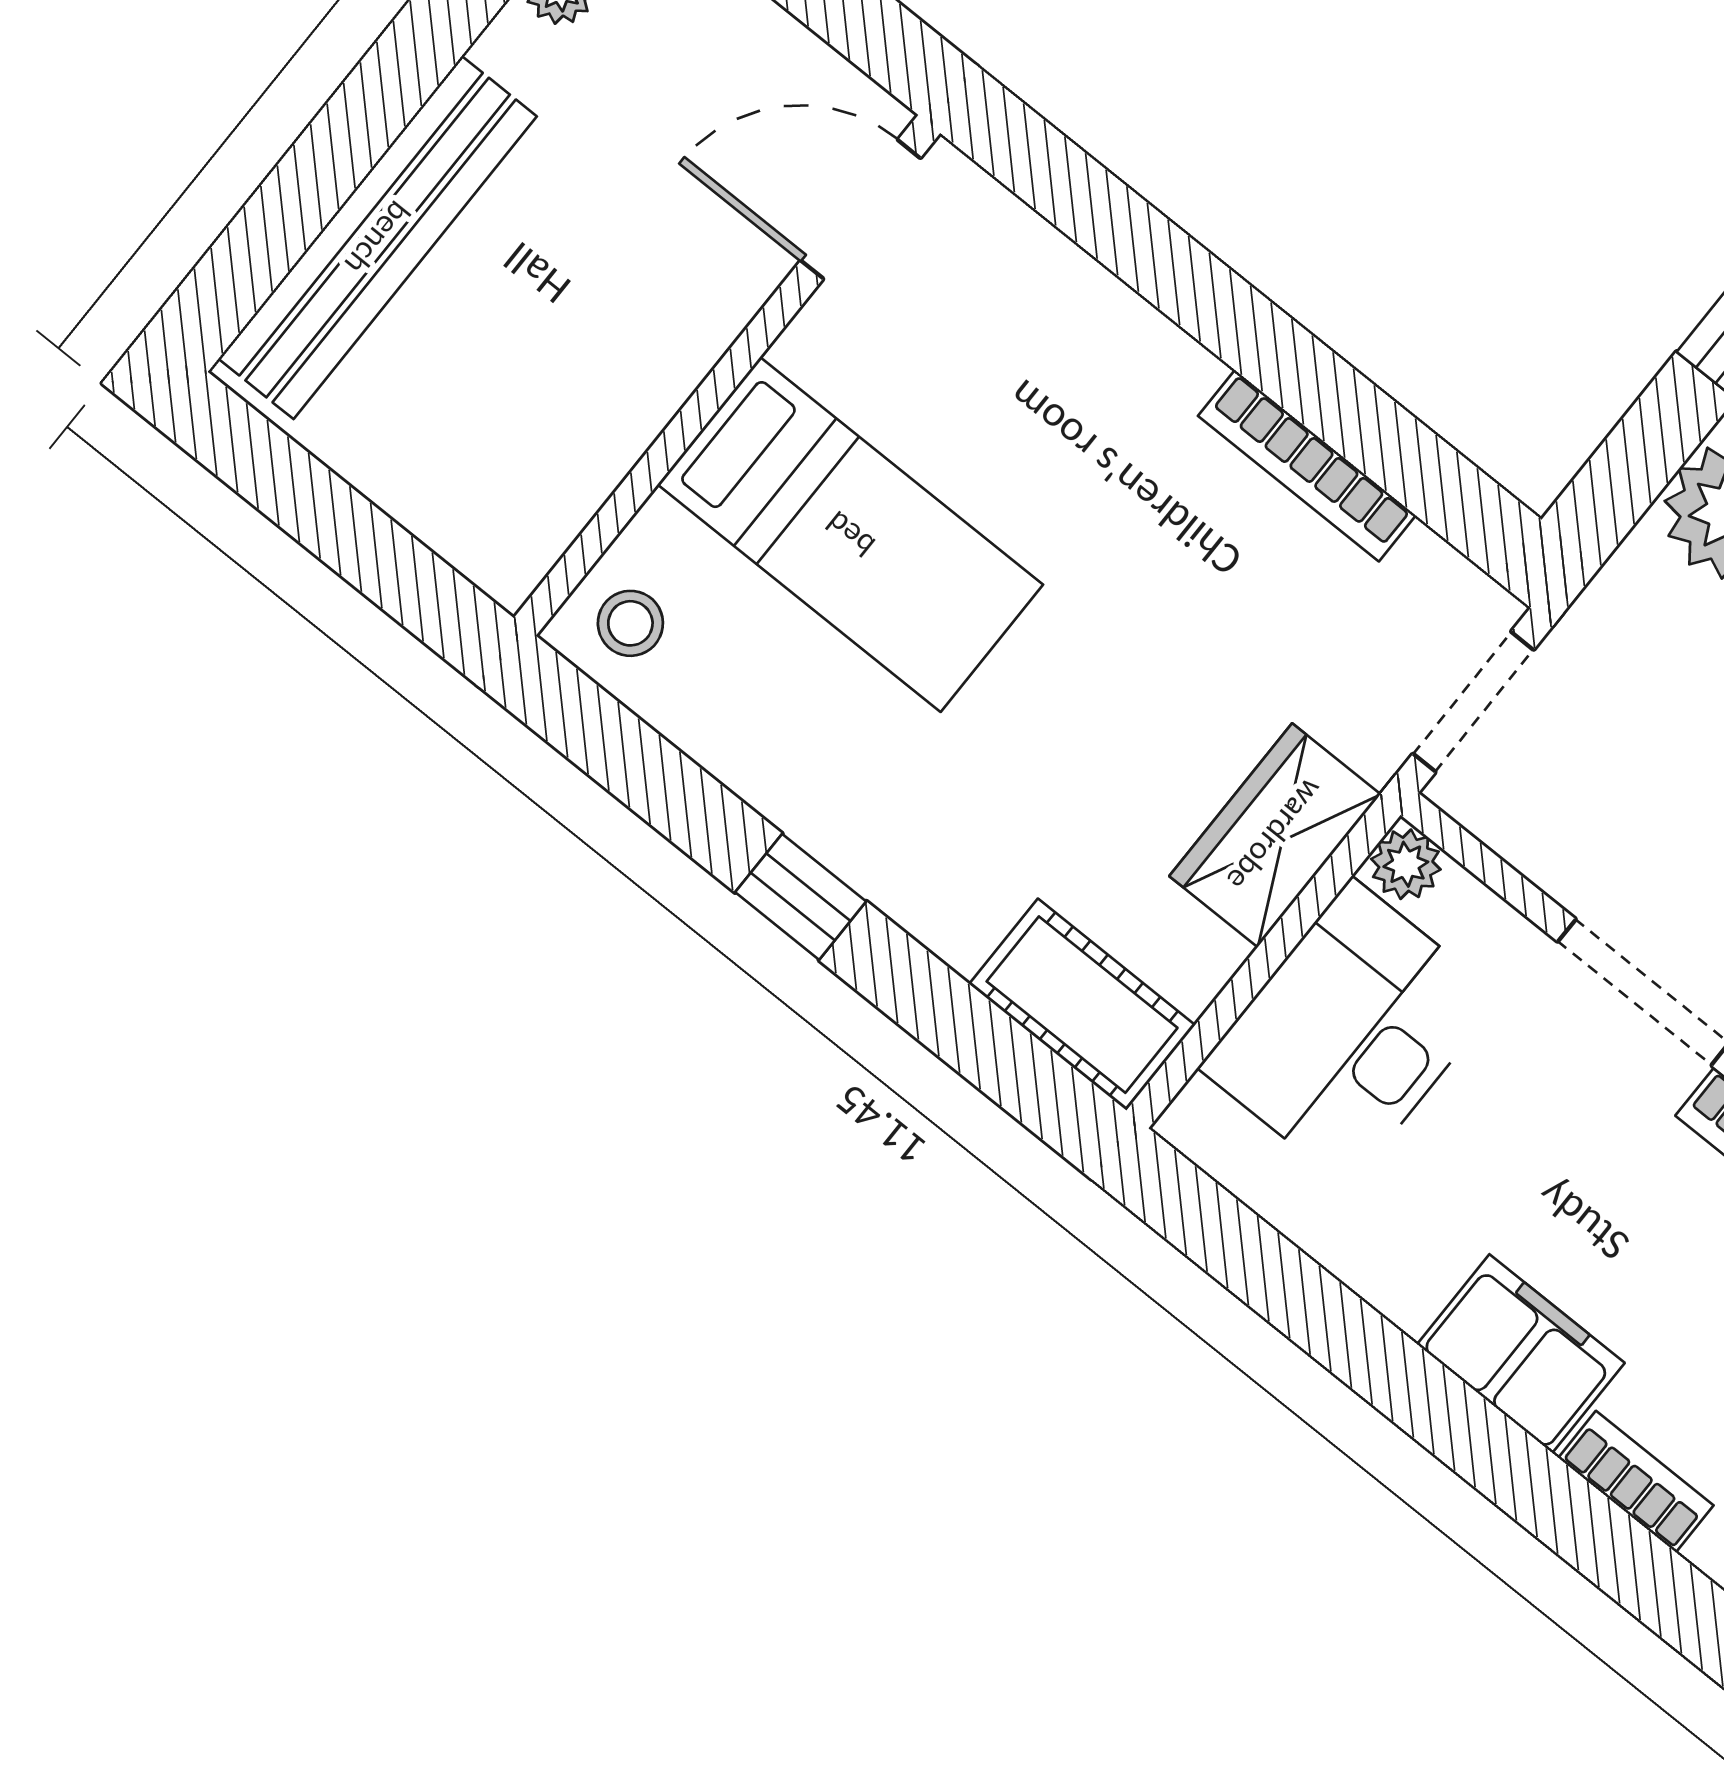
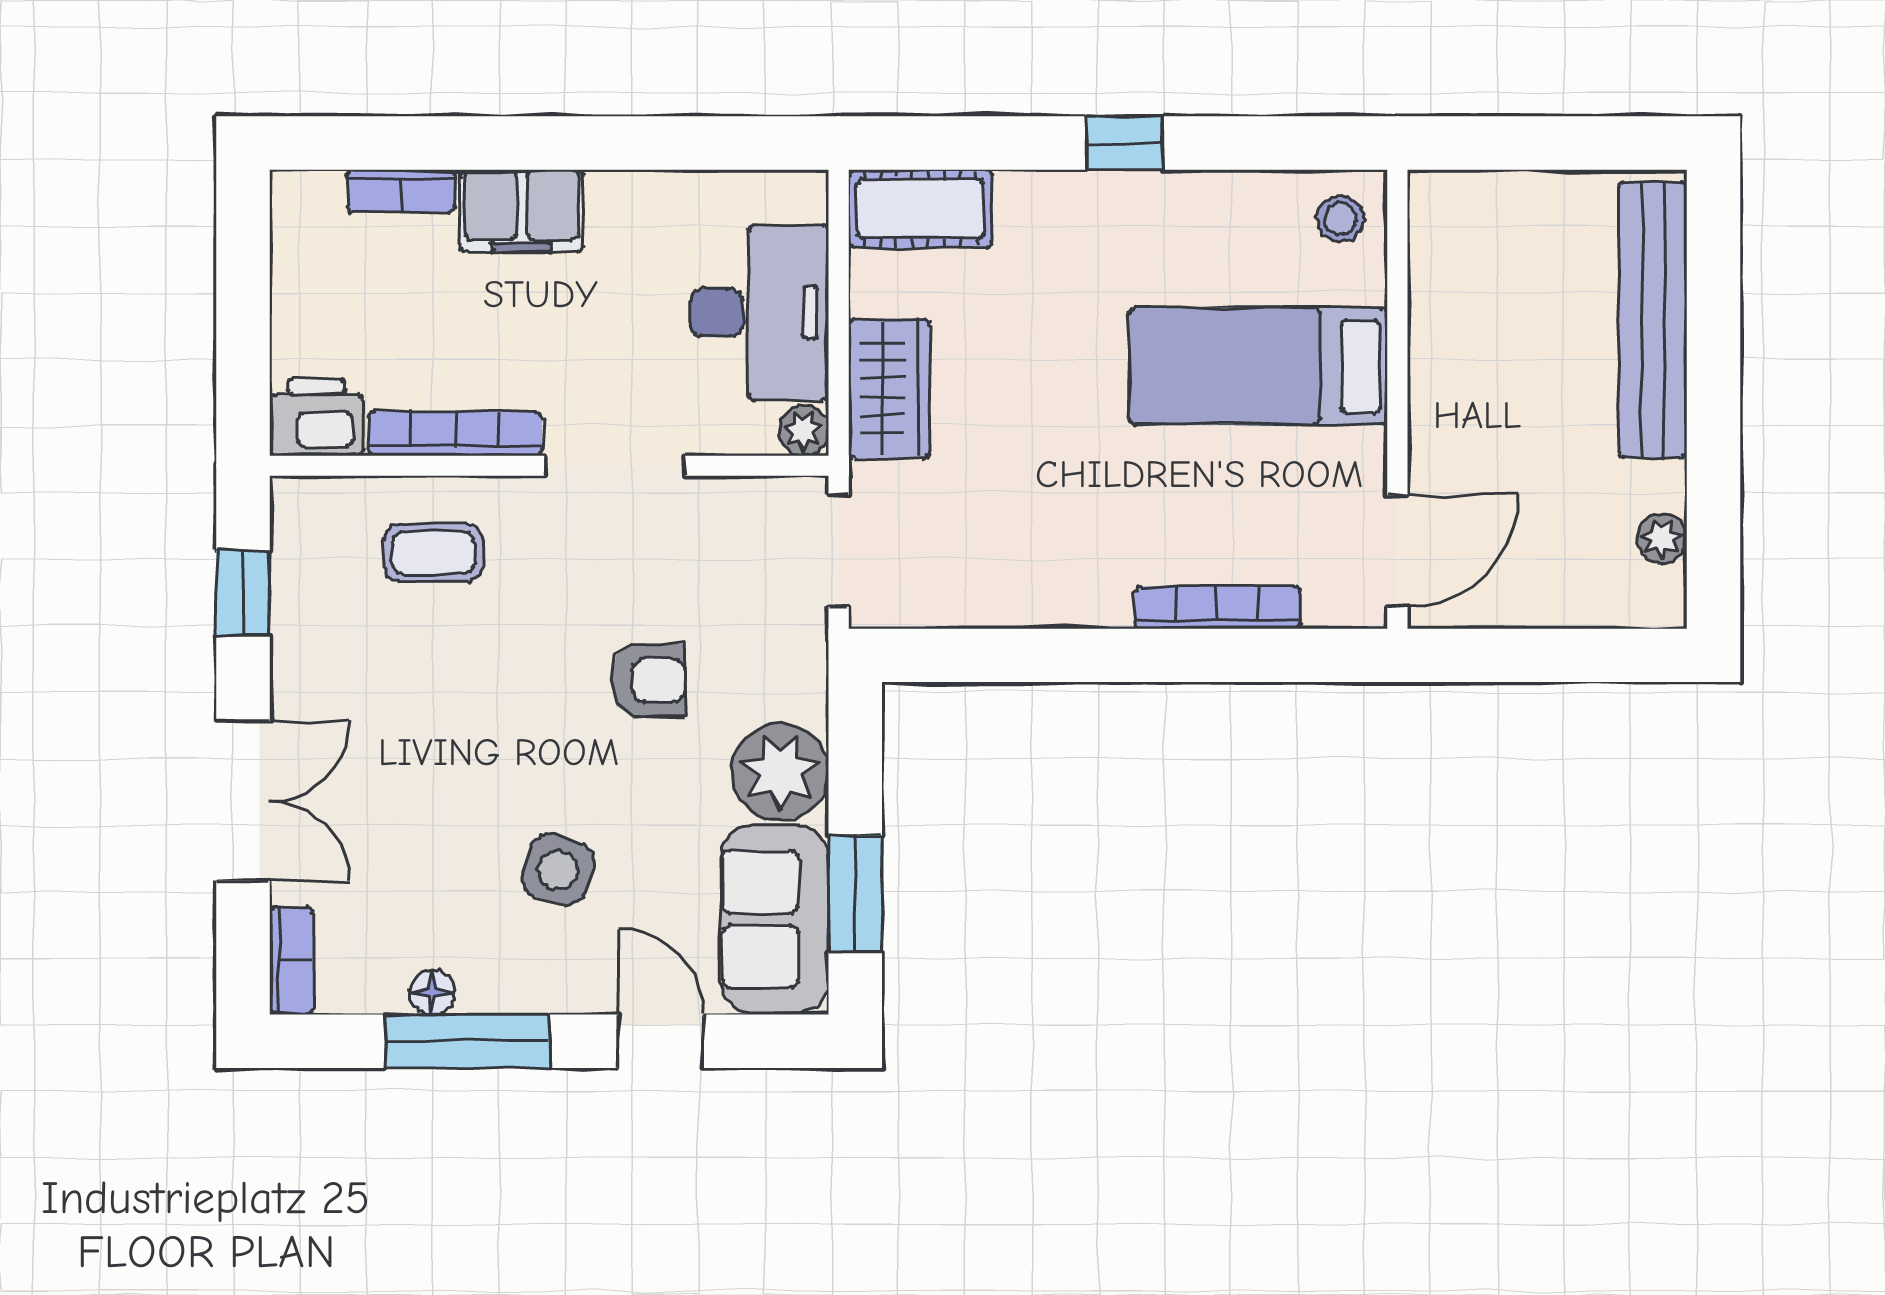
bookcase: (1307, 466) -> (1217, 608), moved

